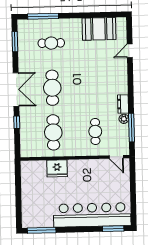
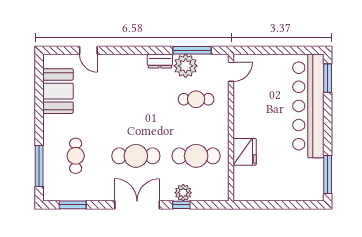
plant: (124, 119) -> (186, 66), width x1.88, depth x1.88
plant: (26, 123) -> (183, 193), added

